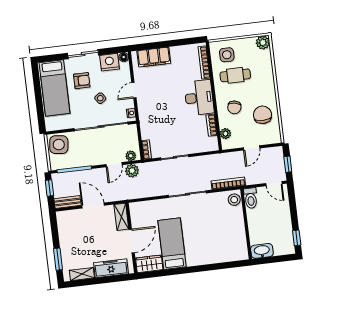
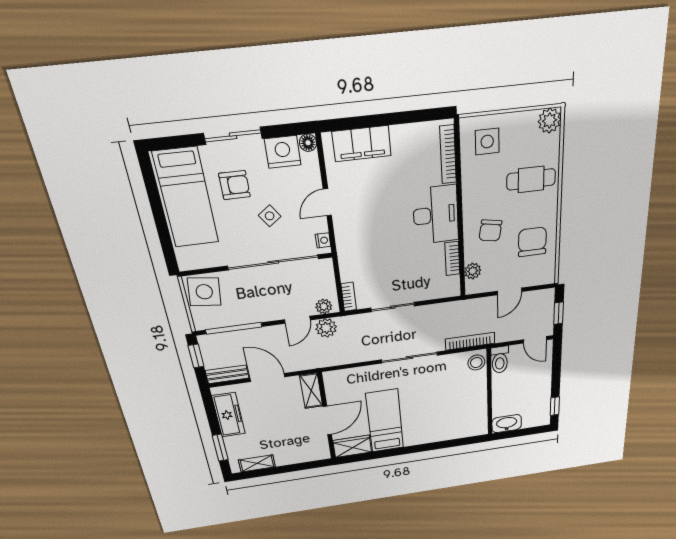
cafe table: (235, 75) -> (531, 179), moved
freezer: (111, 268) -> (229, 415), moved, turned 90

